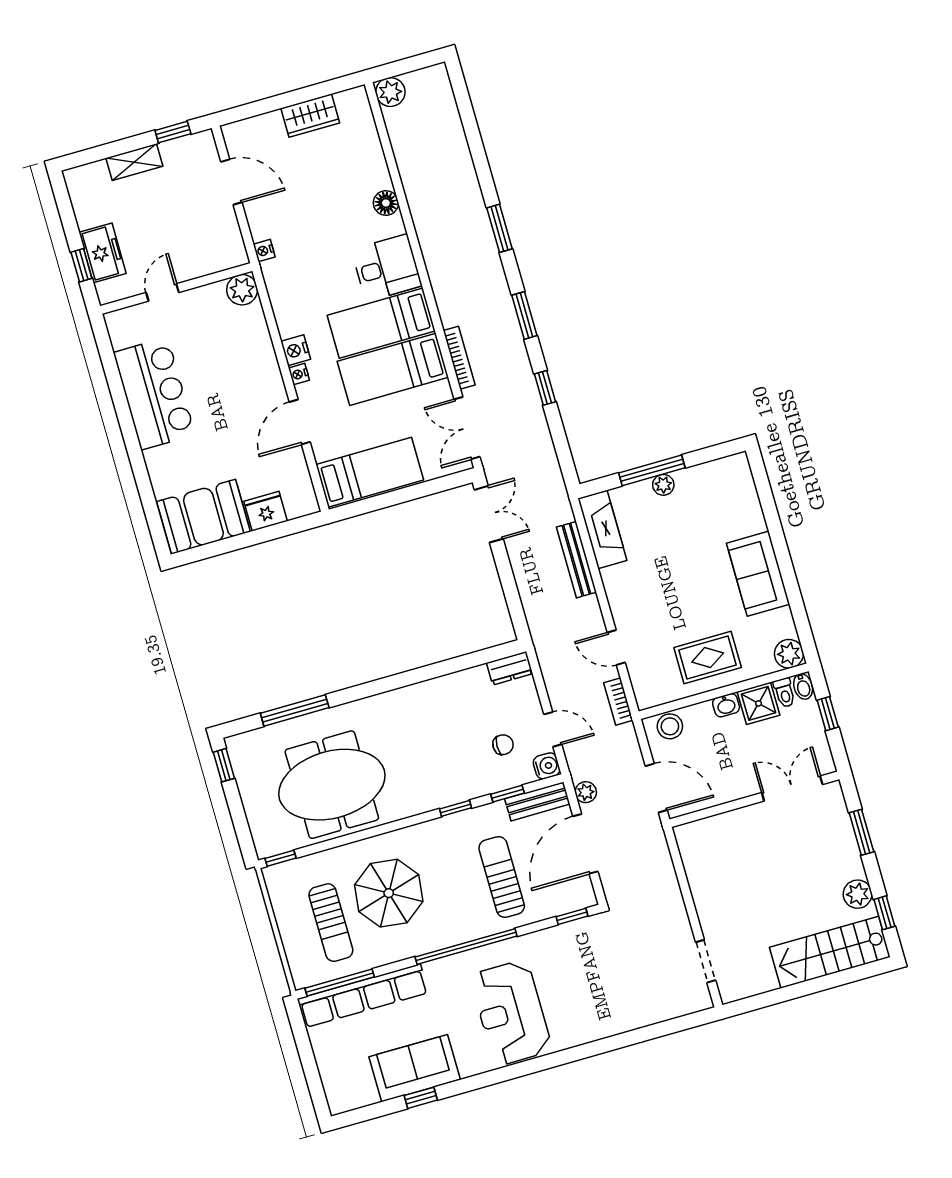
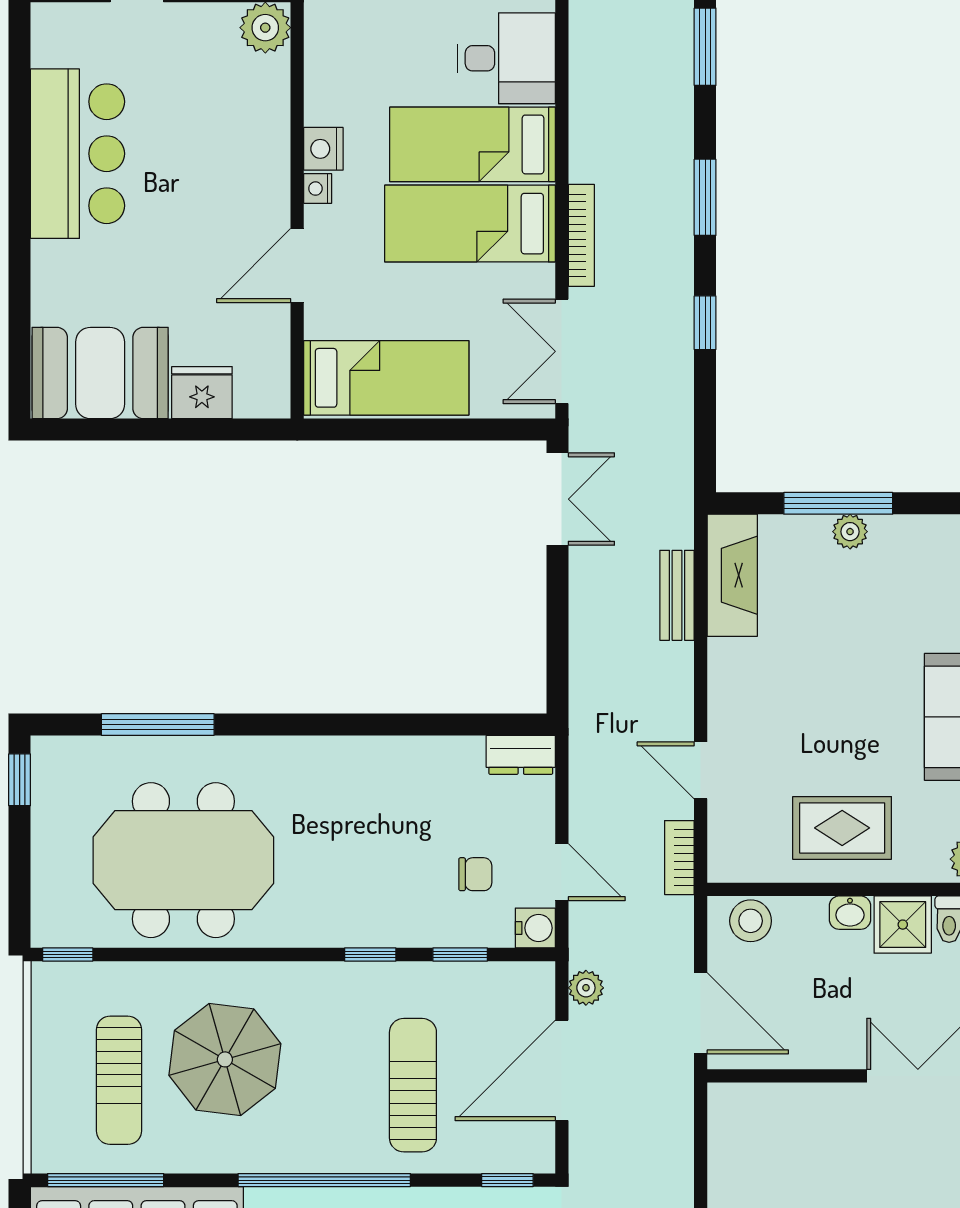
bench: (576, 560) -> (677, 595), width x0.73
bench: (537, 801) -> (504, 980), removed

